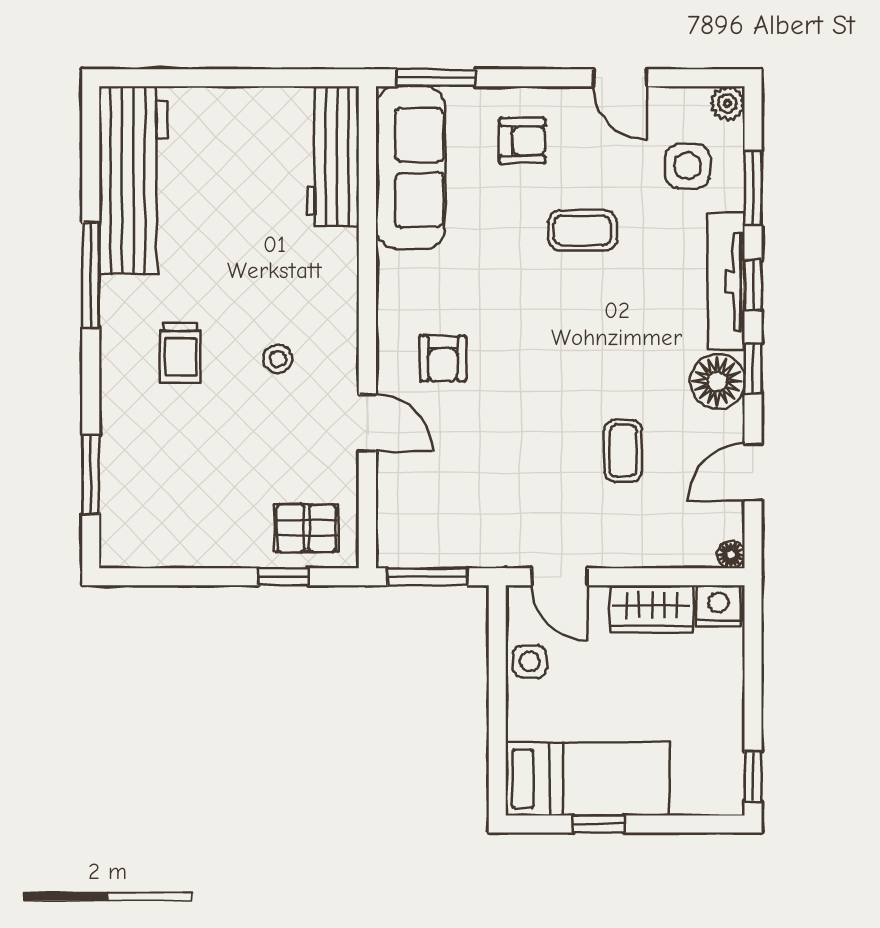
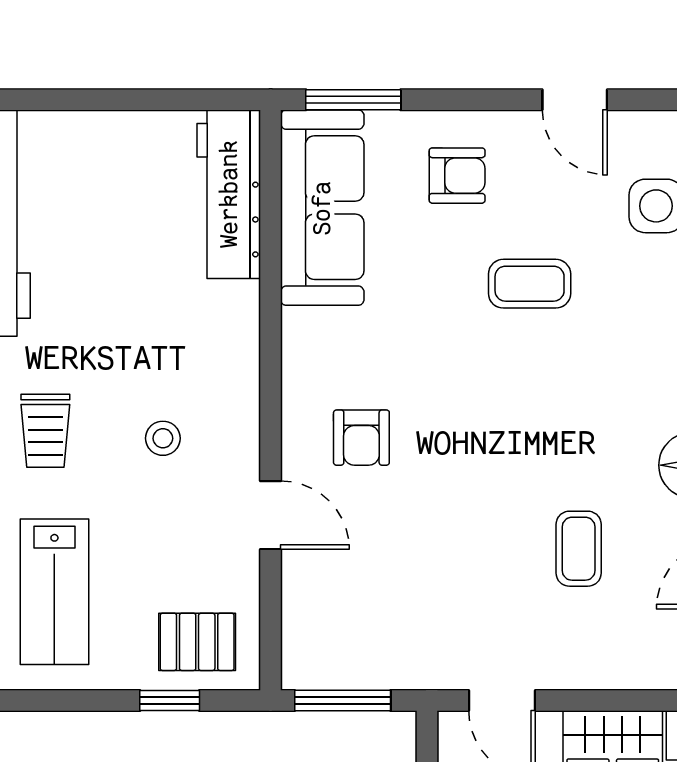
lab bench: (188, 486) -> (54, 592), added

